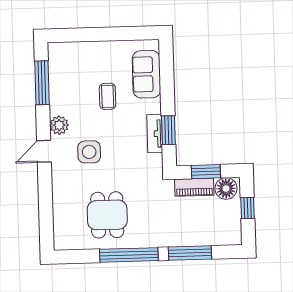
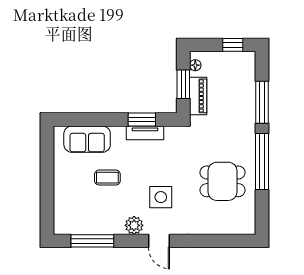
floor lamp: (226, 188) -> (195, 65), width x0.53, depth x0.53
window: (247, 208) -> (233, 45), moved

